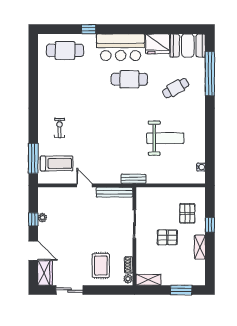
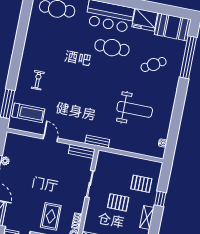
bench: (115, 192) -> (82, 151), width x0.73
pallet: (187, 213) -> (141, 184), turned 90

